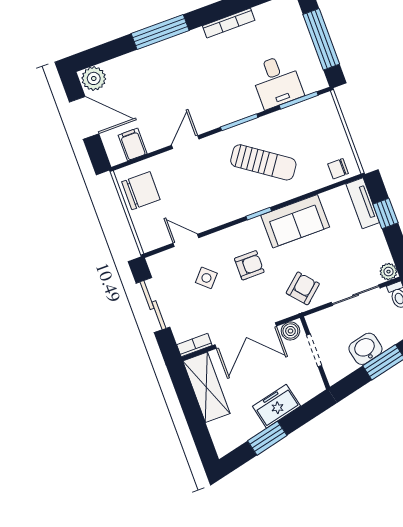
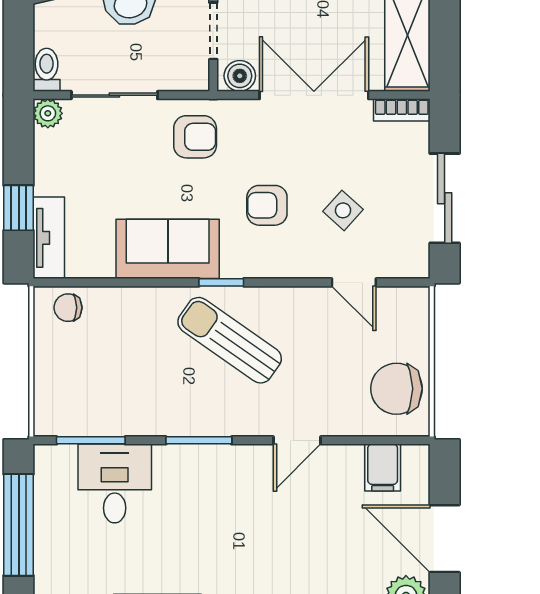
sun lounger: (263, 162) -> (230, 340), moved
chair: (338, 169) -> (68, 308), turned 180
armchair: (303, 288) -> (195, 137), turned -139

